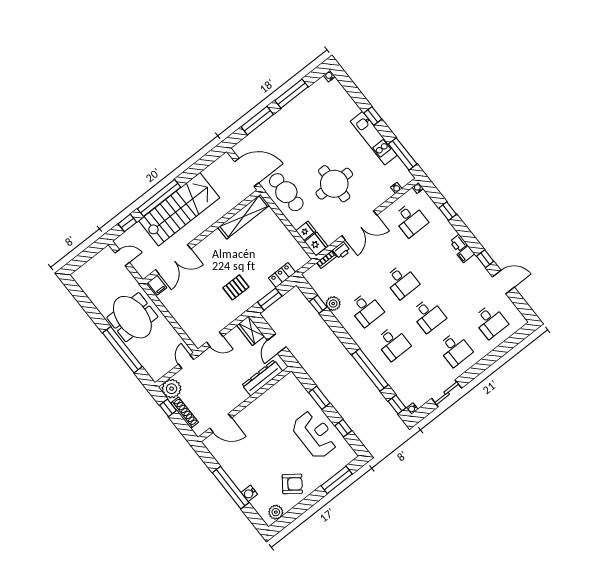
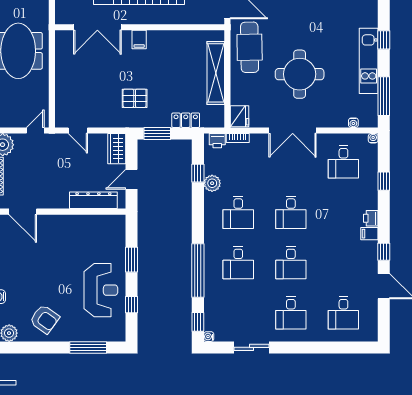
shelving: (244, 216) -> (216, 73), moved, turned 90
fridge: (306, 231) -> (239, 97), removed
printer: (342, 250) -> (217, 141), moved
filing cabinet: (157, 285) -> (139, 39), moved

